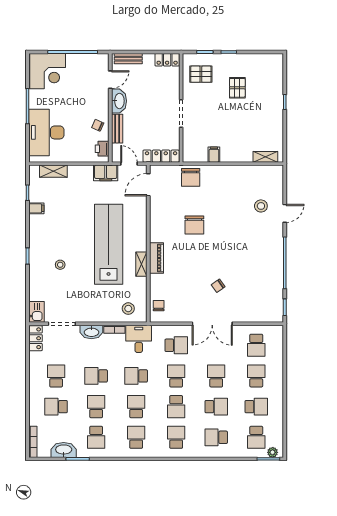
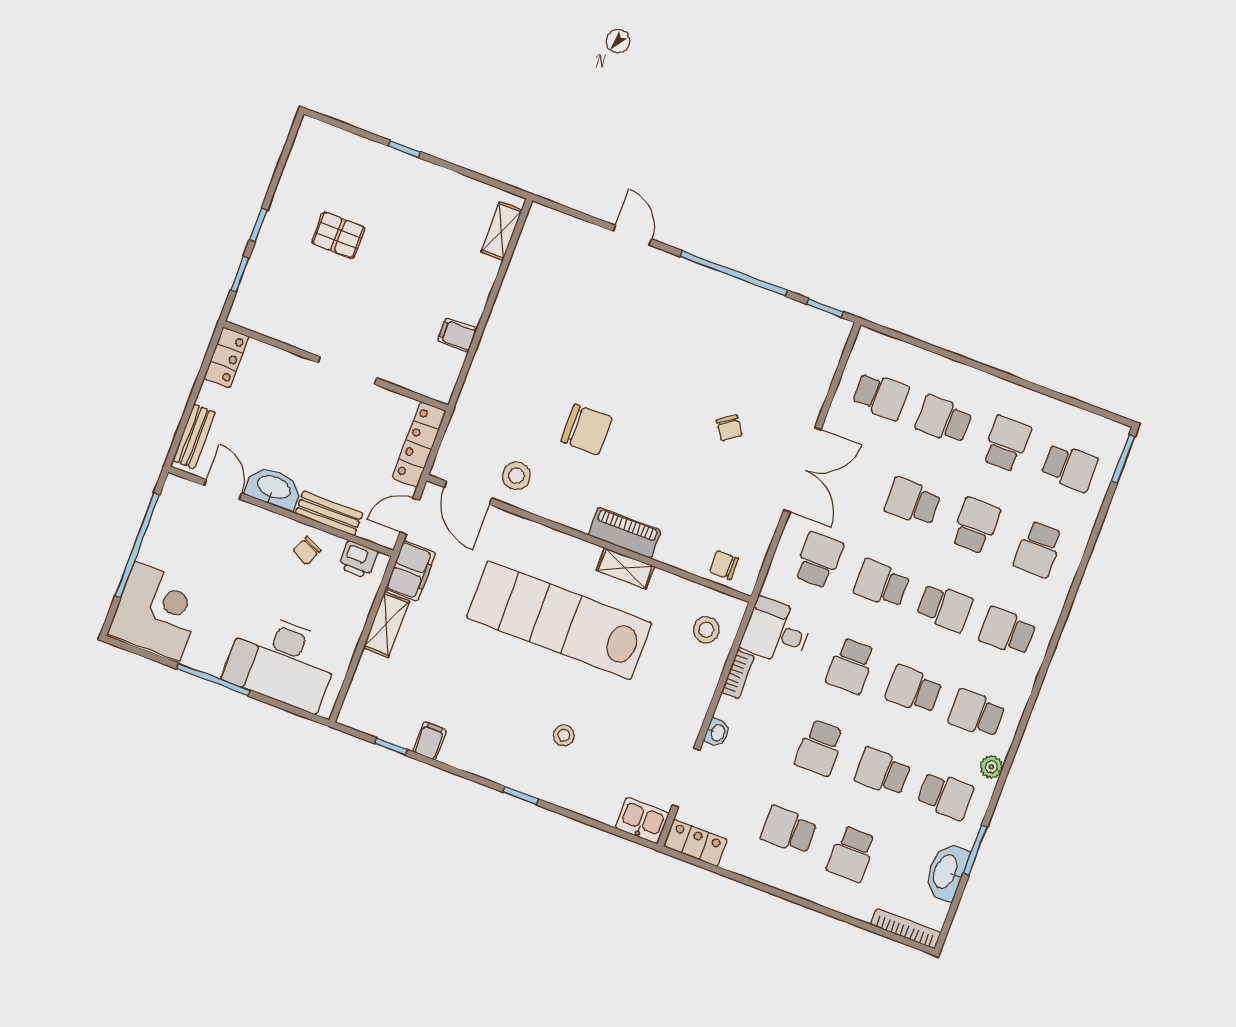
pallet: (201, 74) -> (282, 299), removed
shelving: (53, 171) -> (386, 624), moved
chair: (191, 177) -> (486, 400), removed
stool: (261, 206) -> (516, 476), moved
washbasin: (91, 332) -> (717, 733), width x0.52, depth x0.69
plant: (273, 452) -> (991, 767), moved

